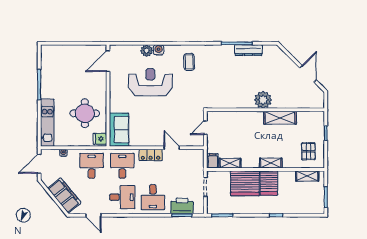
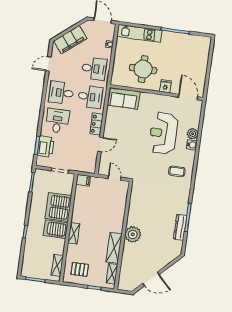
reception desk: (150, 82) -> (163, 133), turned 180
fridge: (100, 139) -> (165, 86), moved
shelving: (230, 163) -> (112, 274), moved
desk: (122, 197) -> (61, 93), turned 90
desk: (153, 197) -> (57, 121), turned 90

